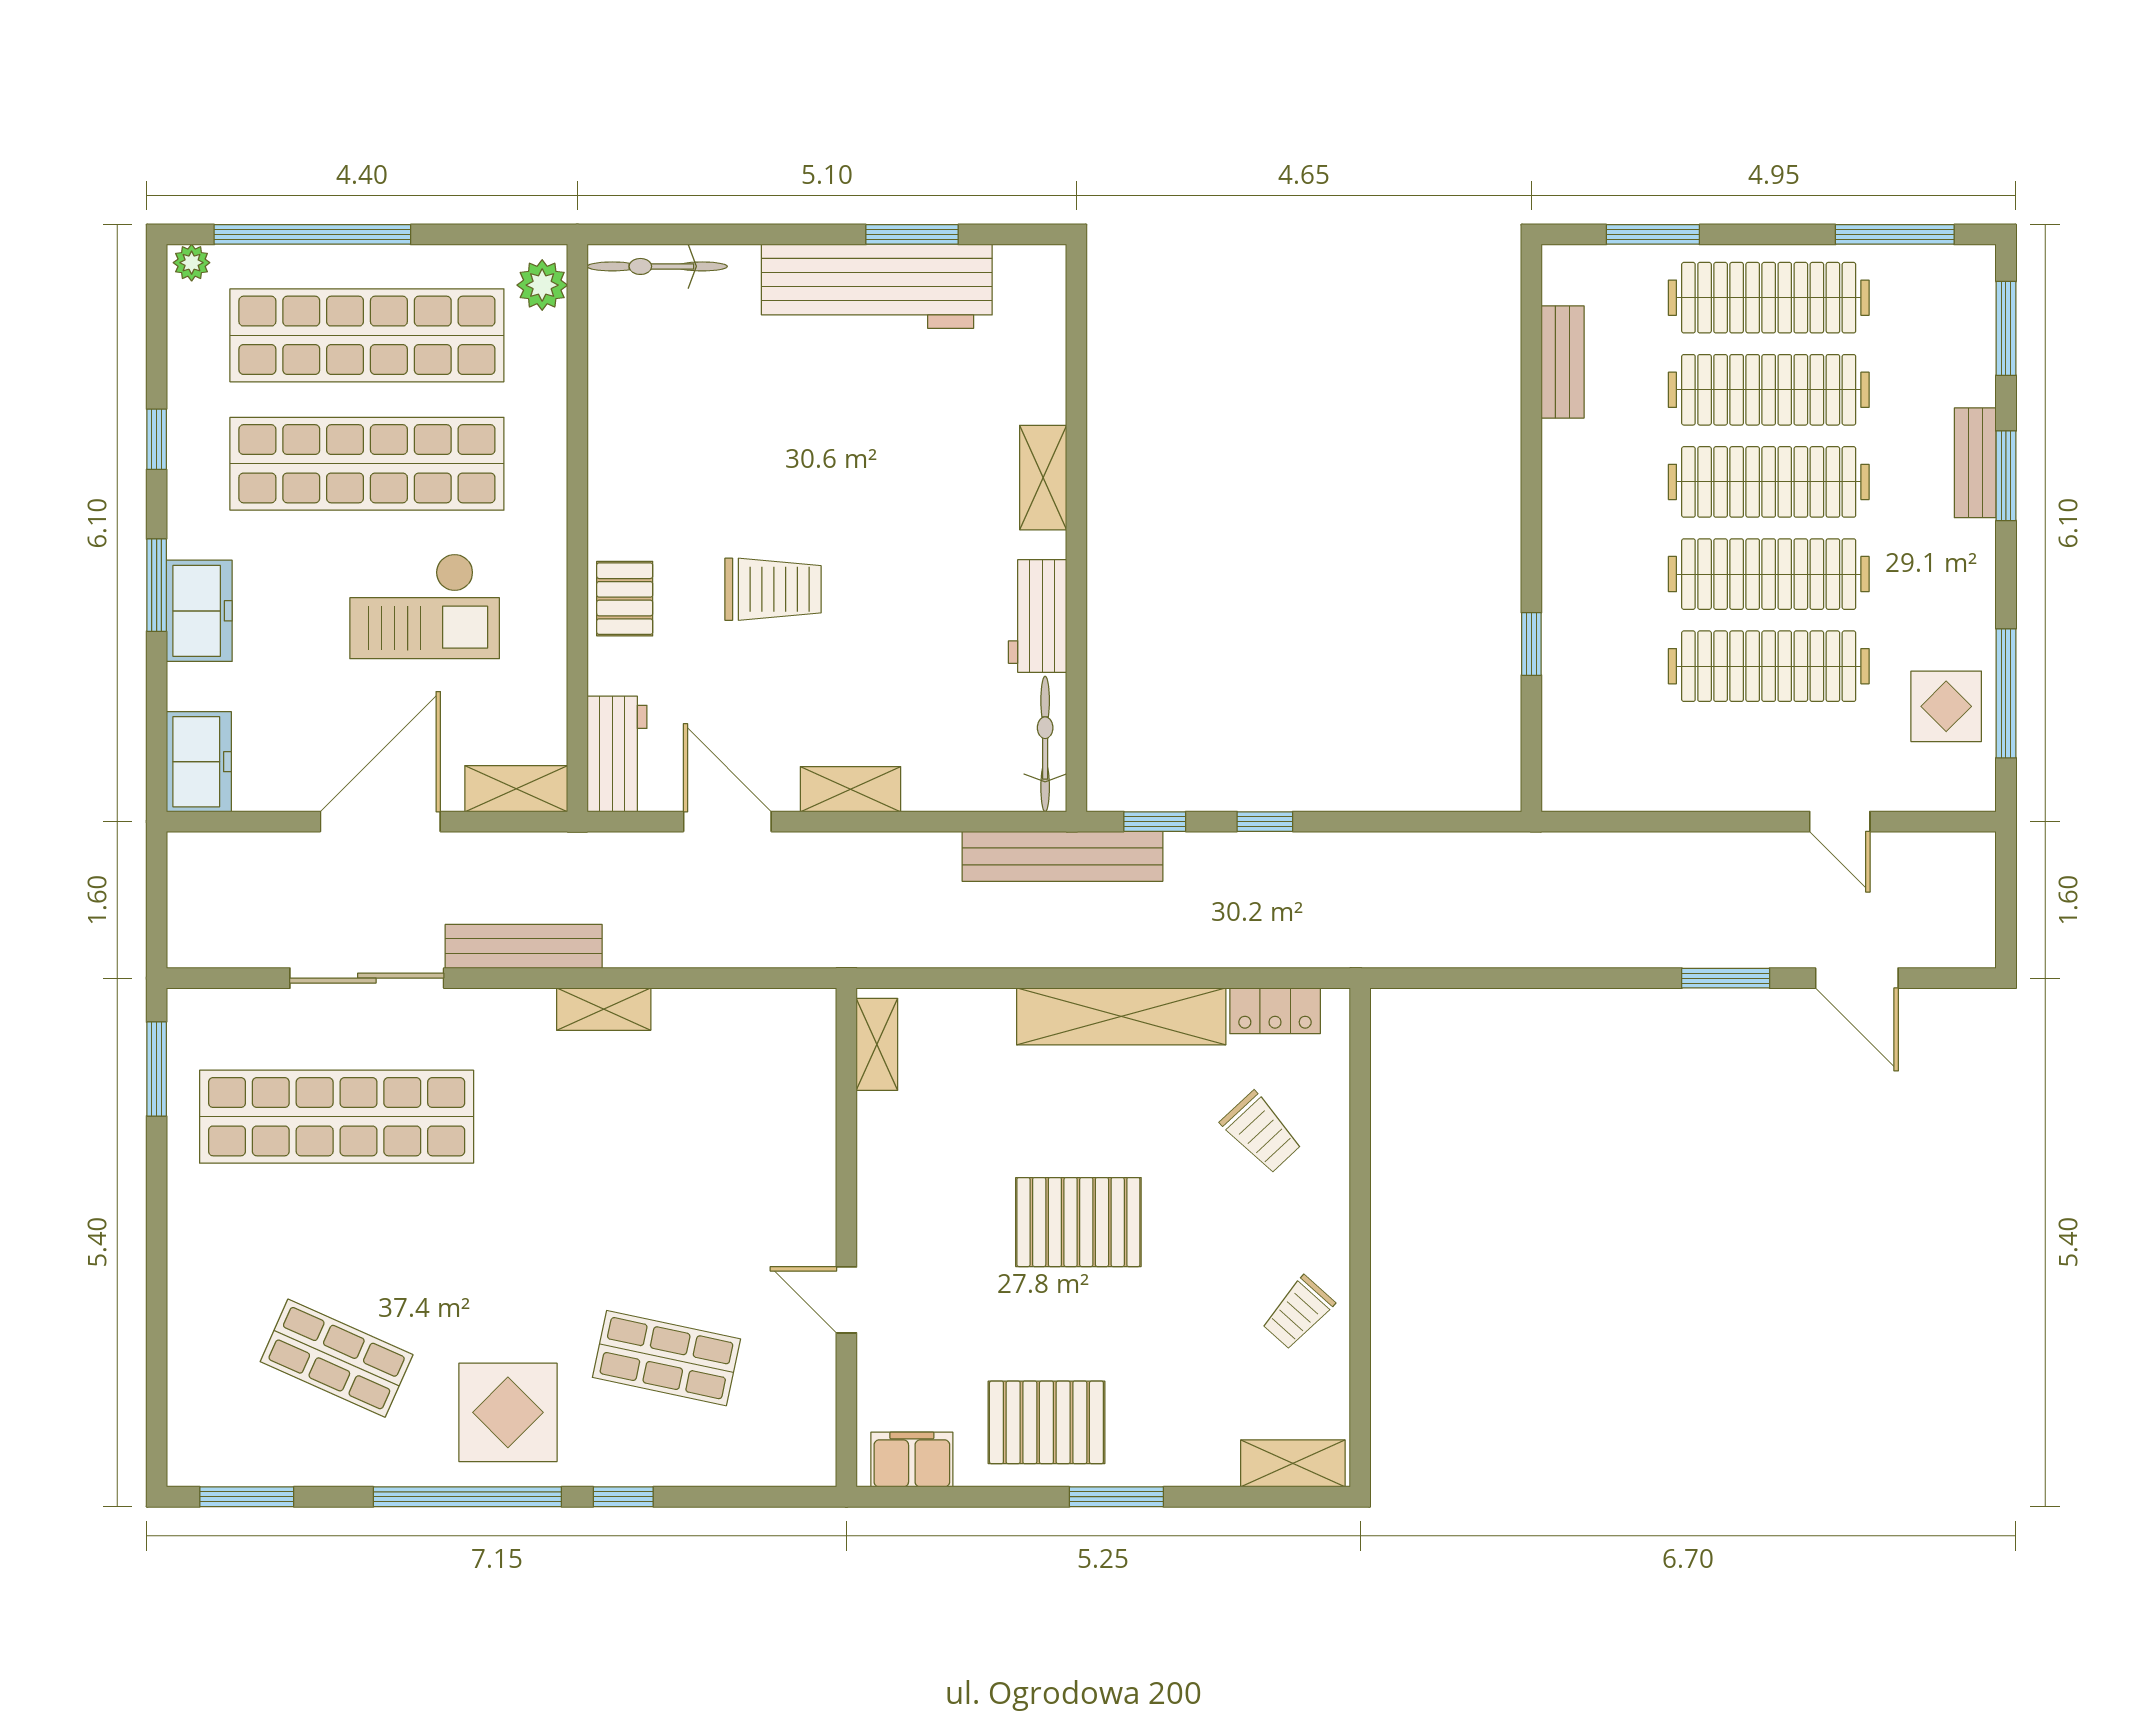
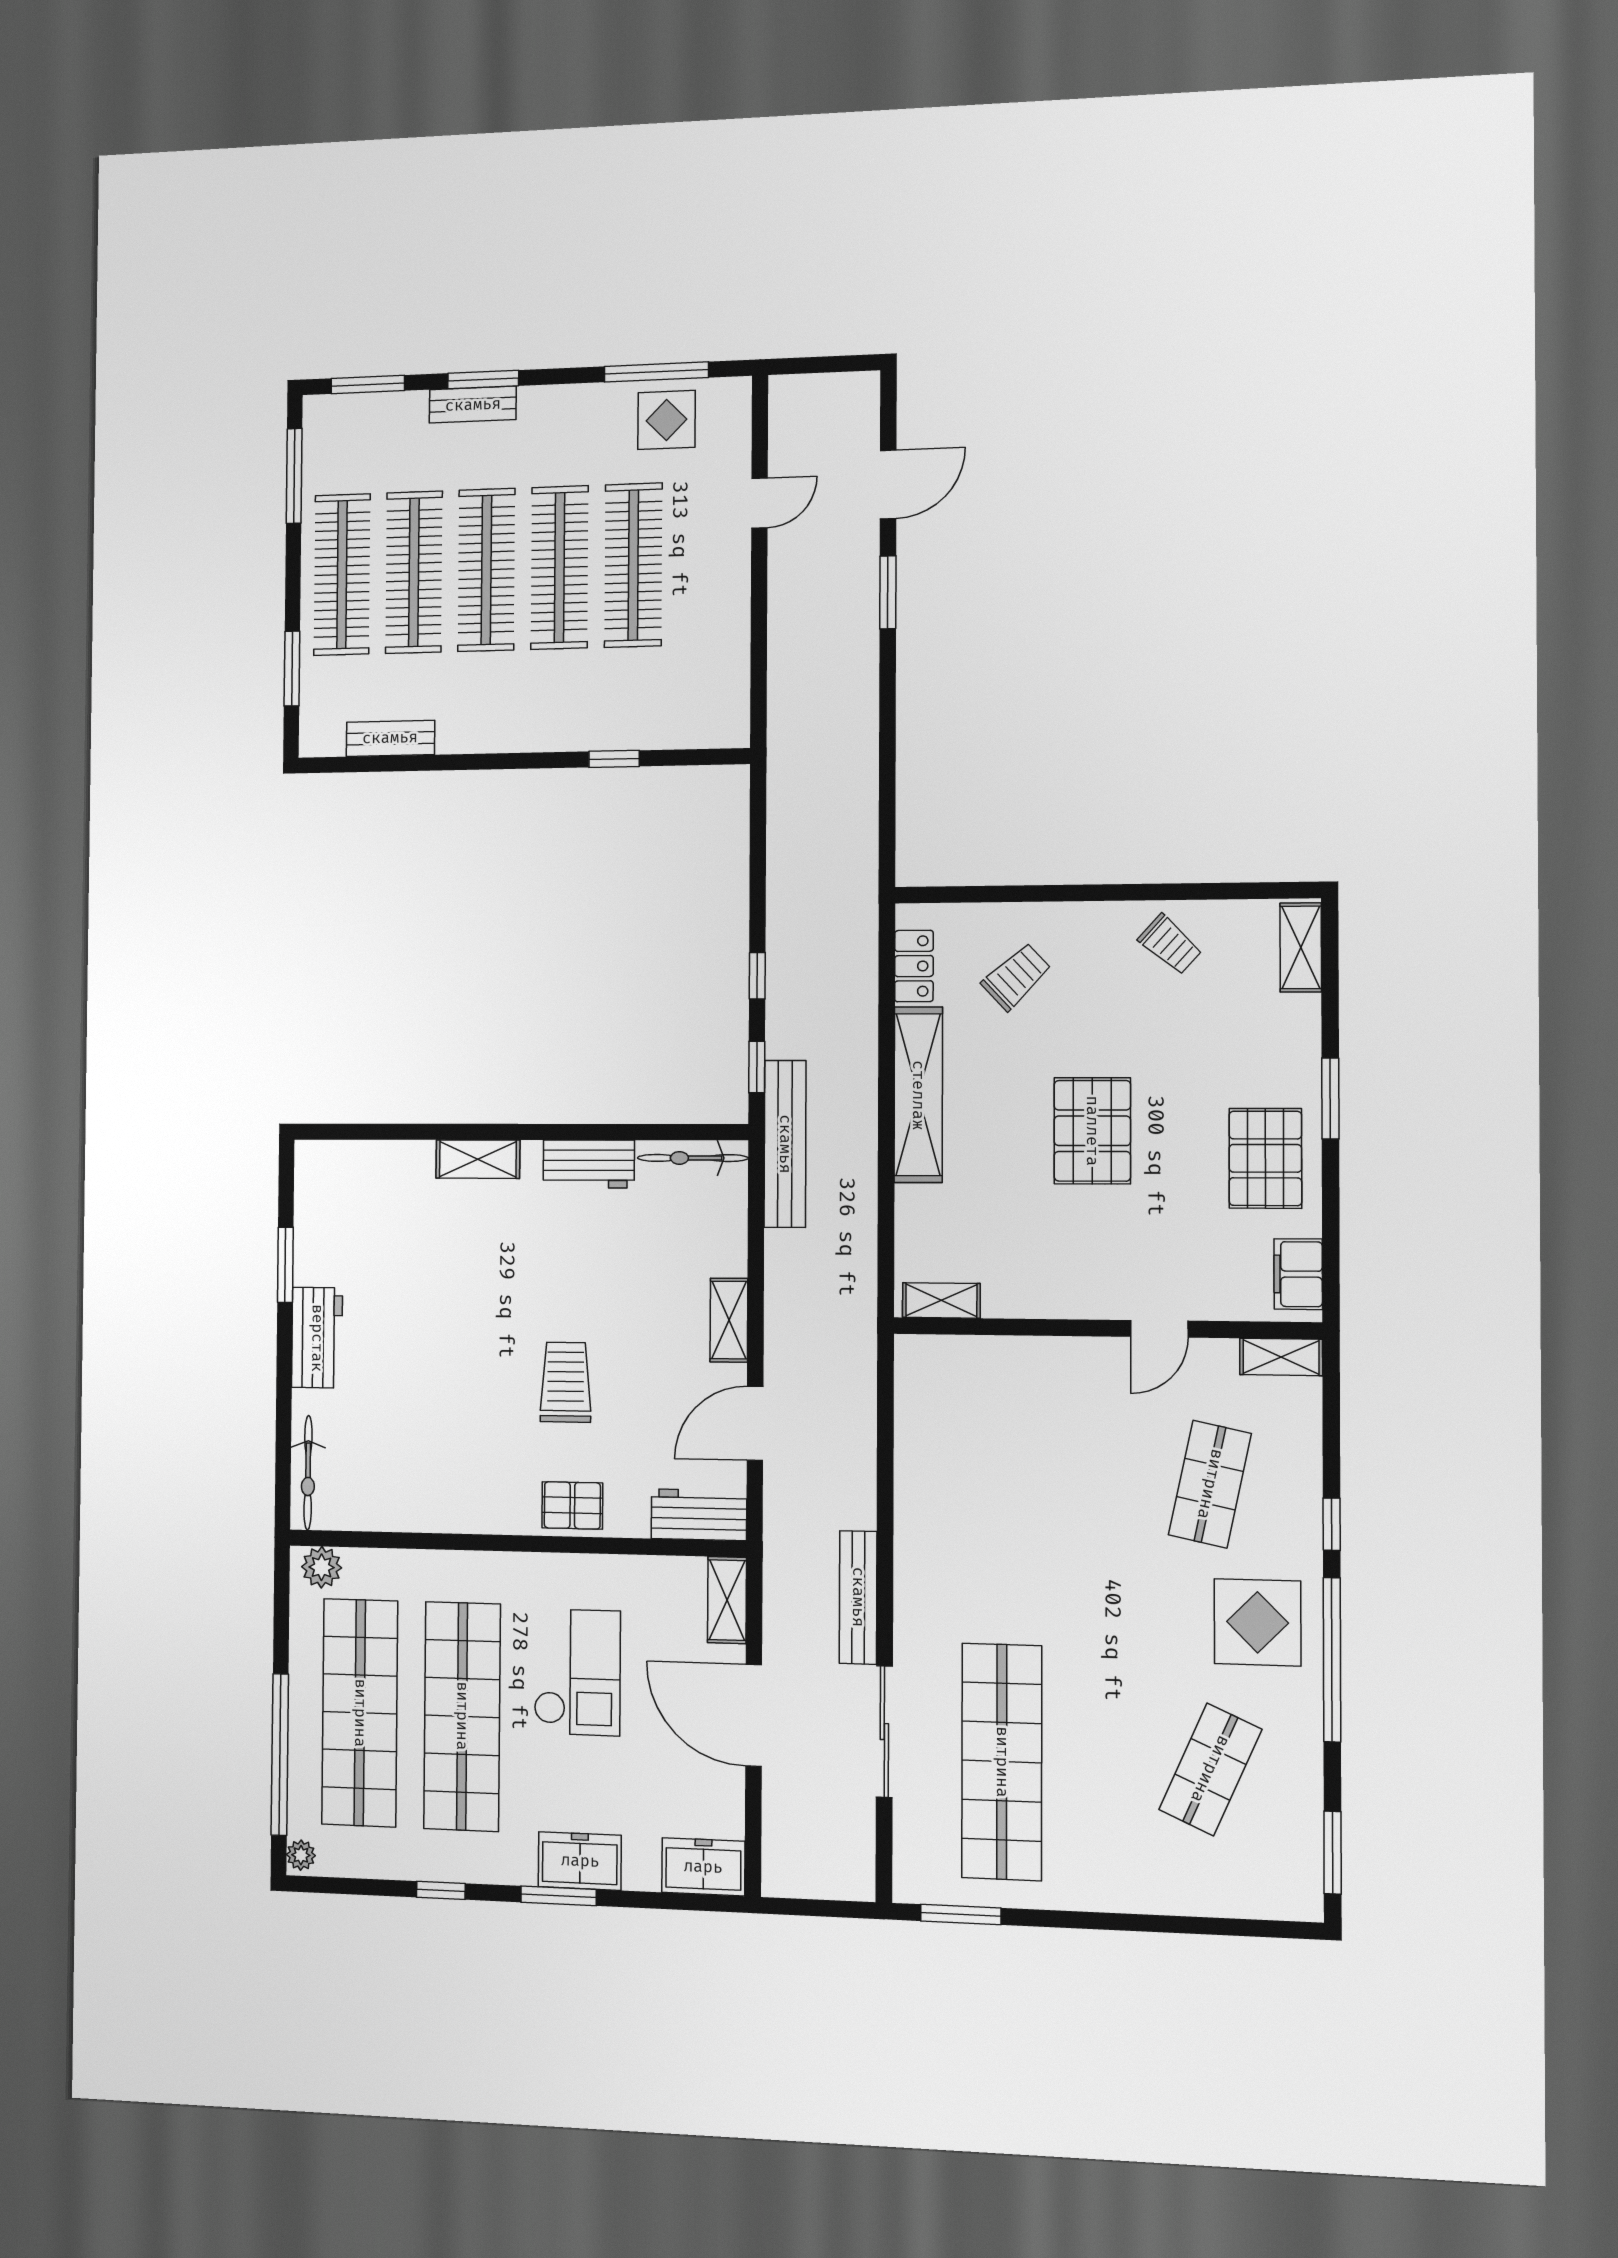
workbench: (877, 286) -> (317, 1338), width x0.53, depth x0.76
shelving: (604, 1009) -> (1281, 1357), moved, turned 90

